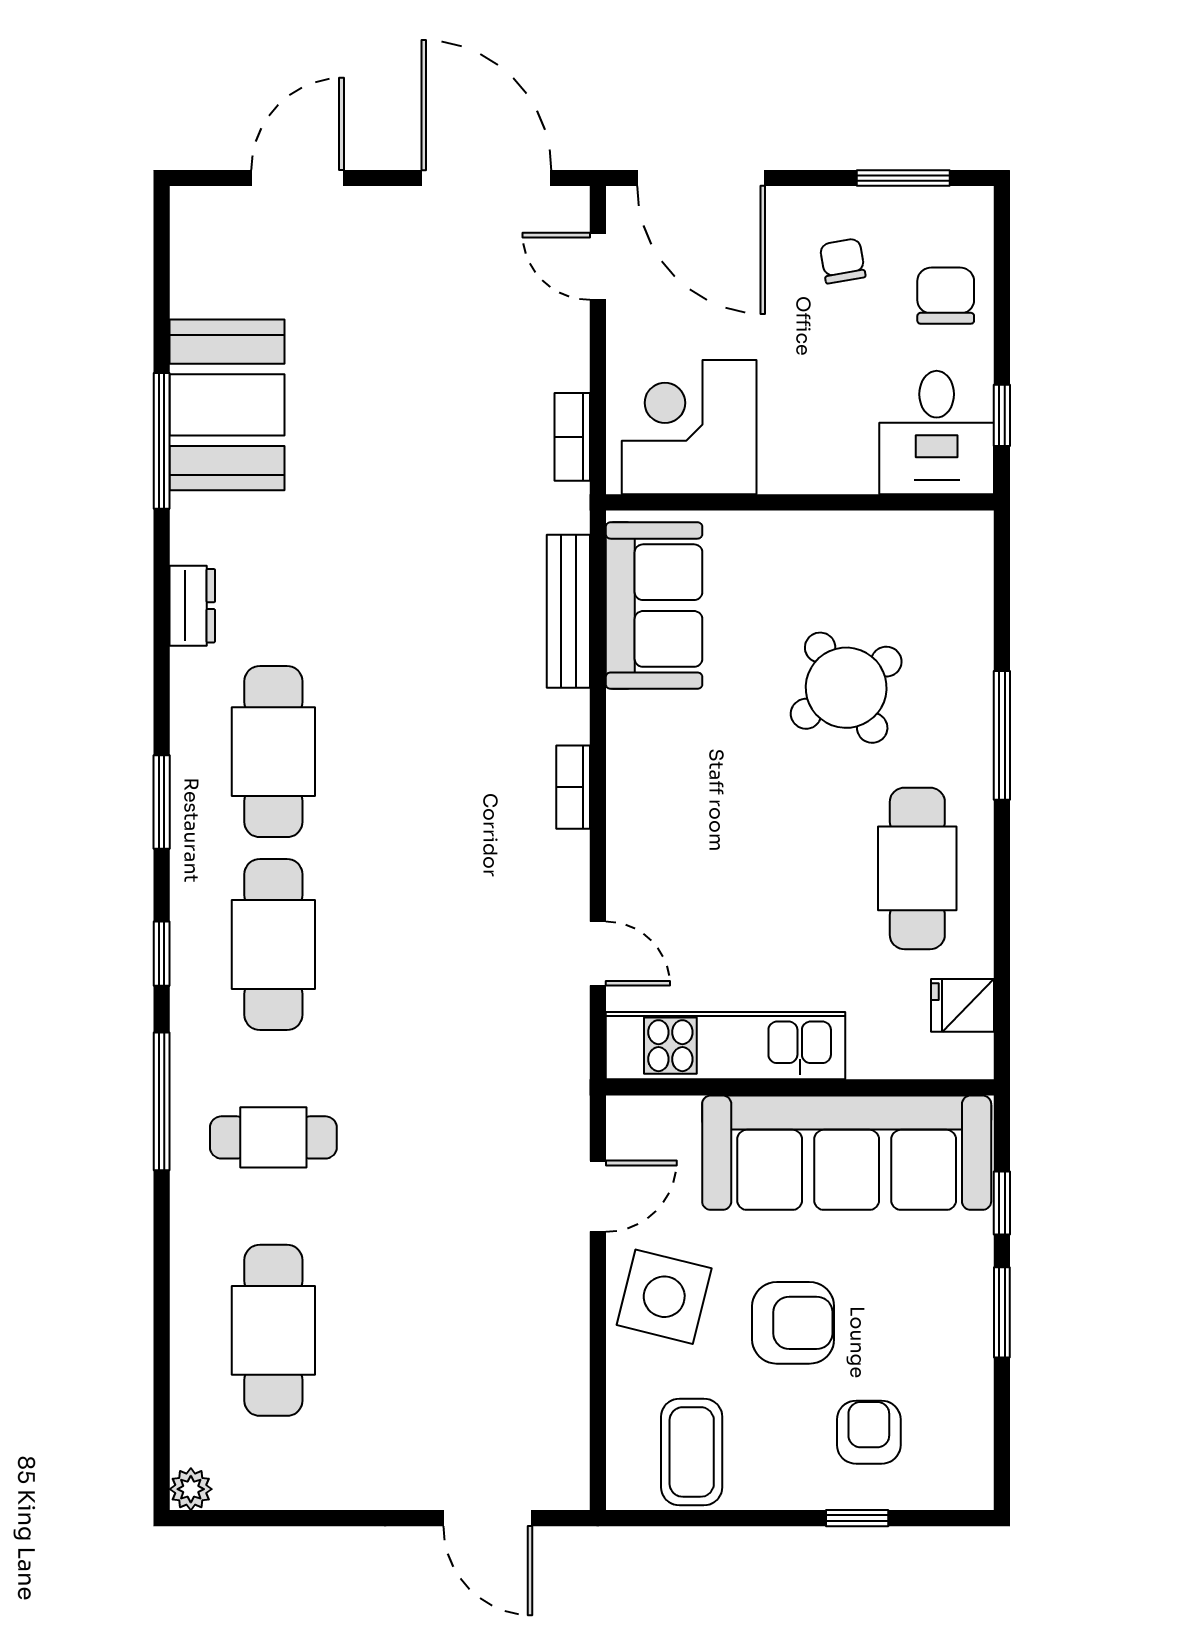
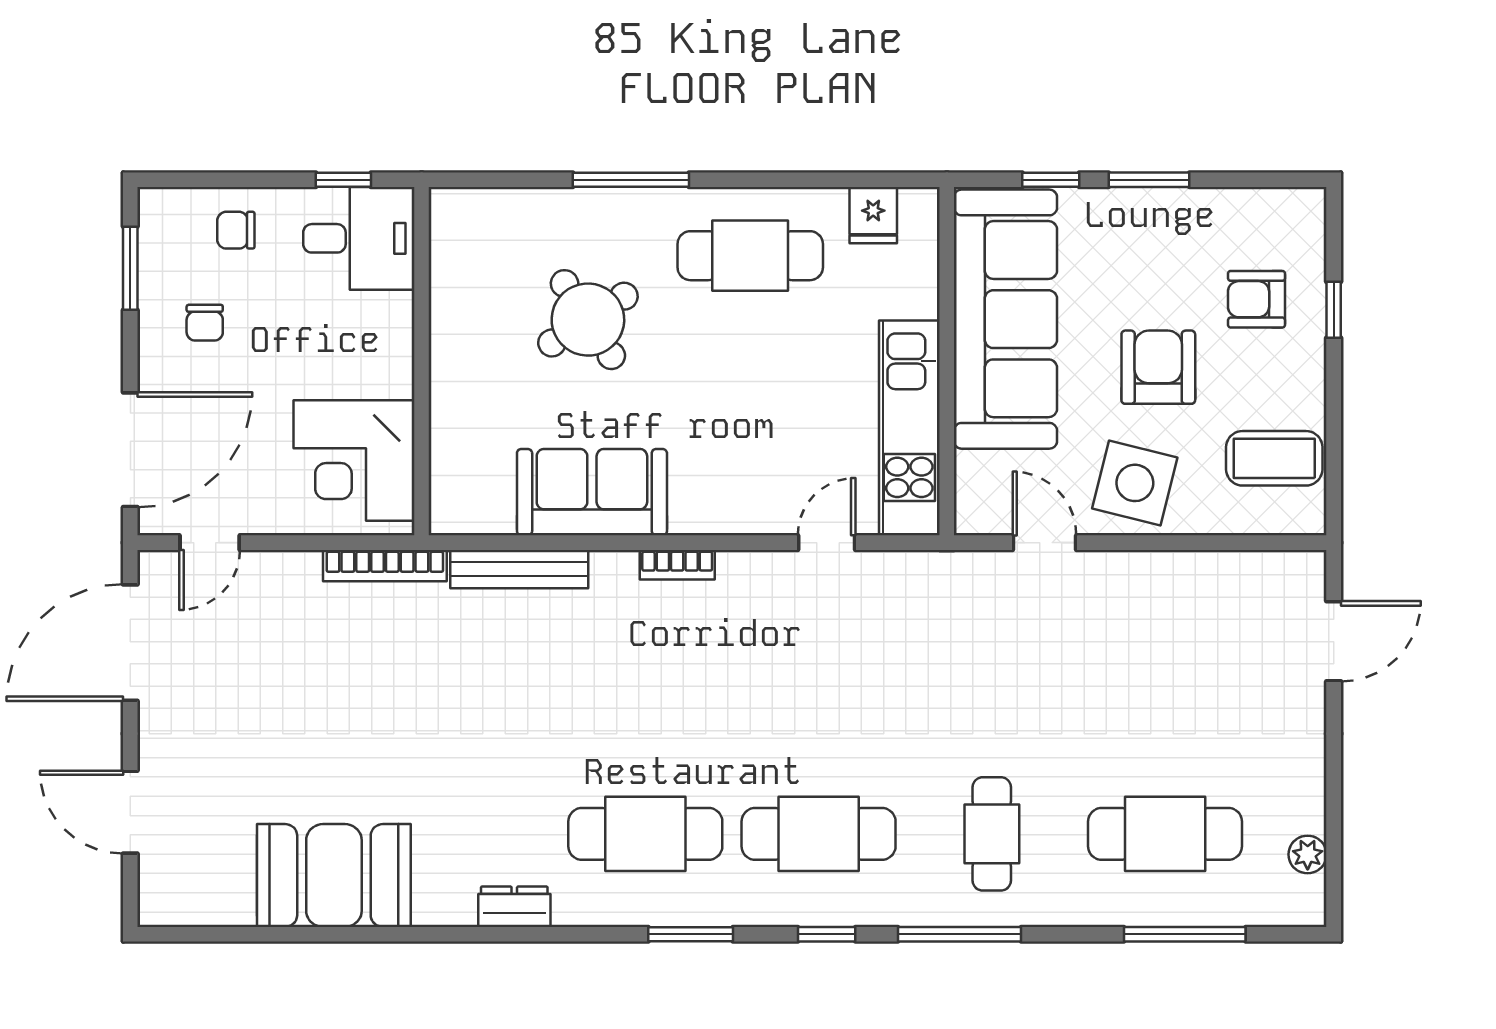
chair: (843, 261) -> (205, 323), turned -80
chair: (946, 296) -> (236, 230), width x0.73, depth x0.73
bookcase: (572, 437) -> (385, 566), width x1.56
window: (162, 441) -> (1185, 934), moved
sofa: (654, 606) -> (592, 492), moved
plant: (191, 1489) -> (1308, 854), moved

